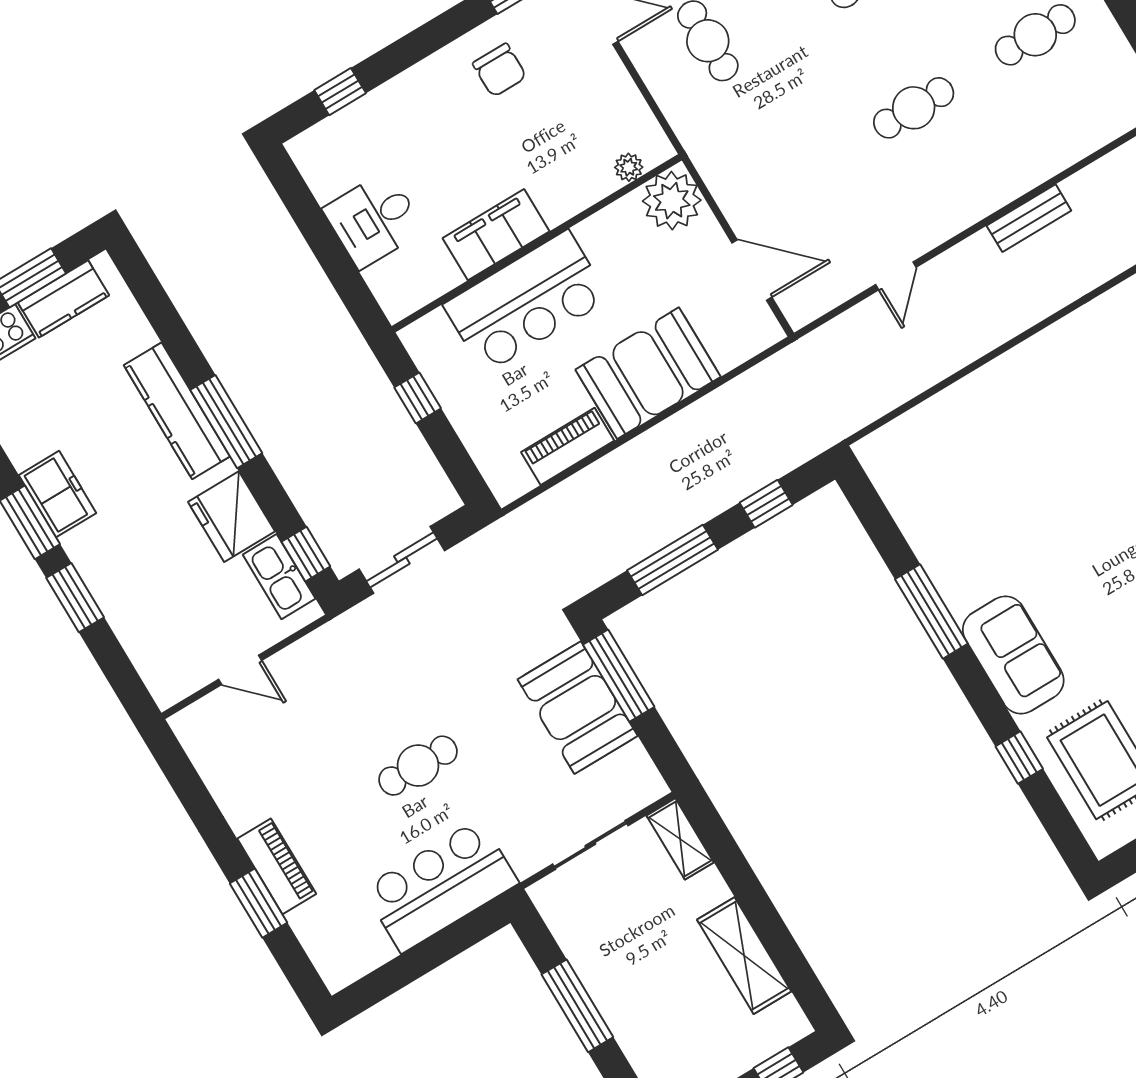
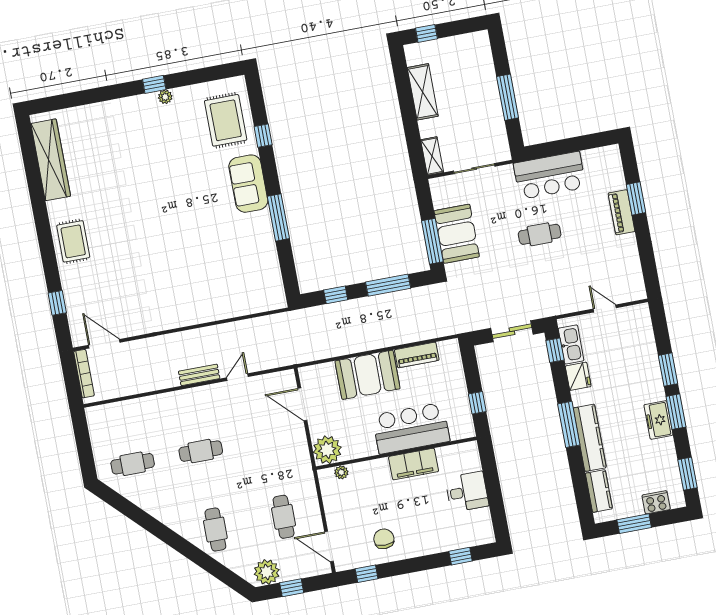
bench: (1029, 218) -> (199, 375), moved
kitchen counter: (64, 299) -> (599, 491), moved, turned 90
fridge: (231, 517) -> (578, 376), width x0.73, depth x0.75

